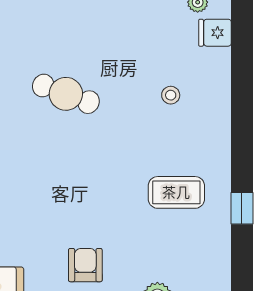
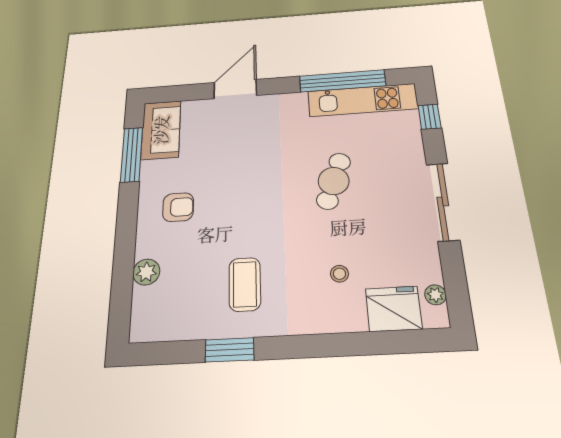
fridge: (215, 33) -> (394, 309), width x1.88, depth x1.34
window: (242, 208) -> (230, 350), width x1.50

